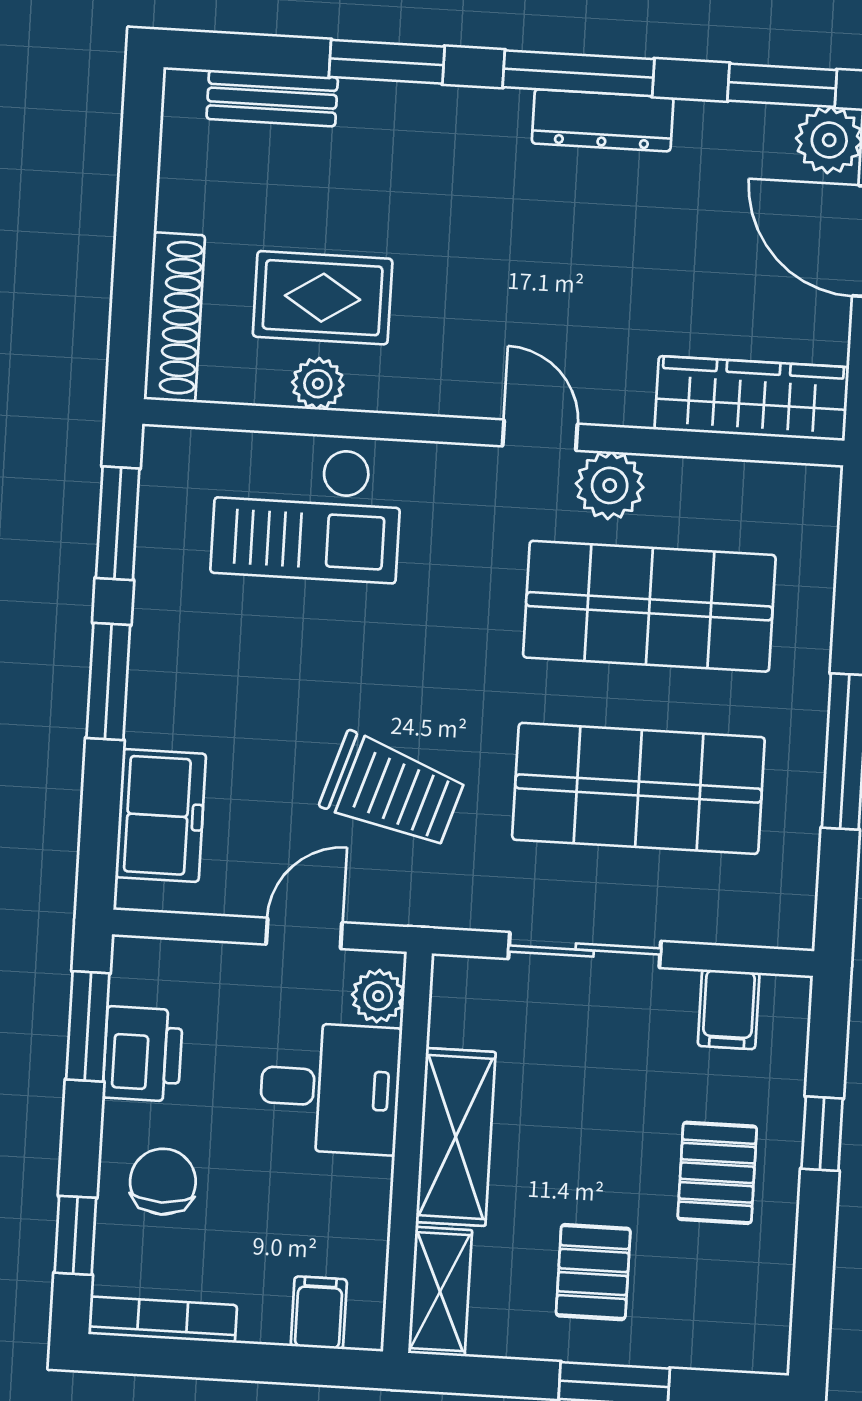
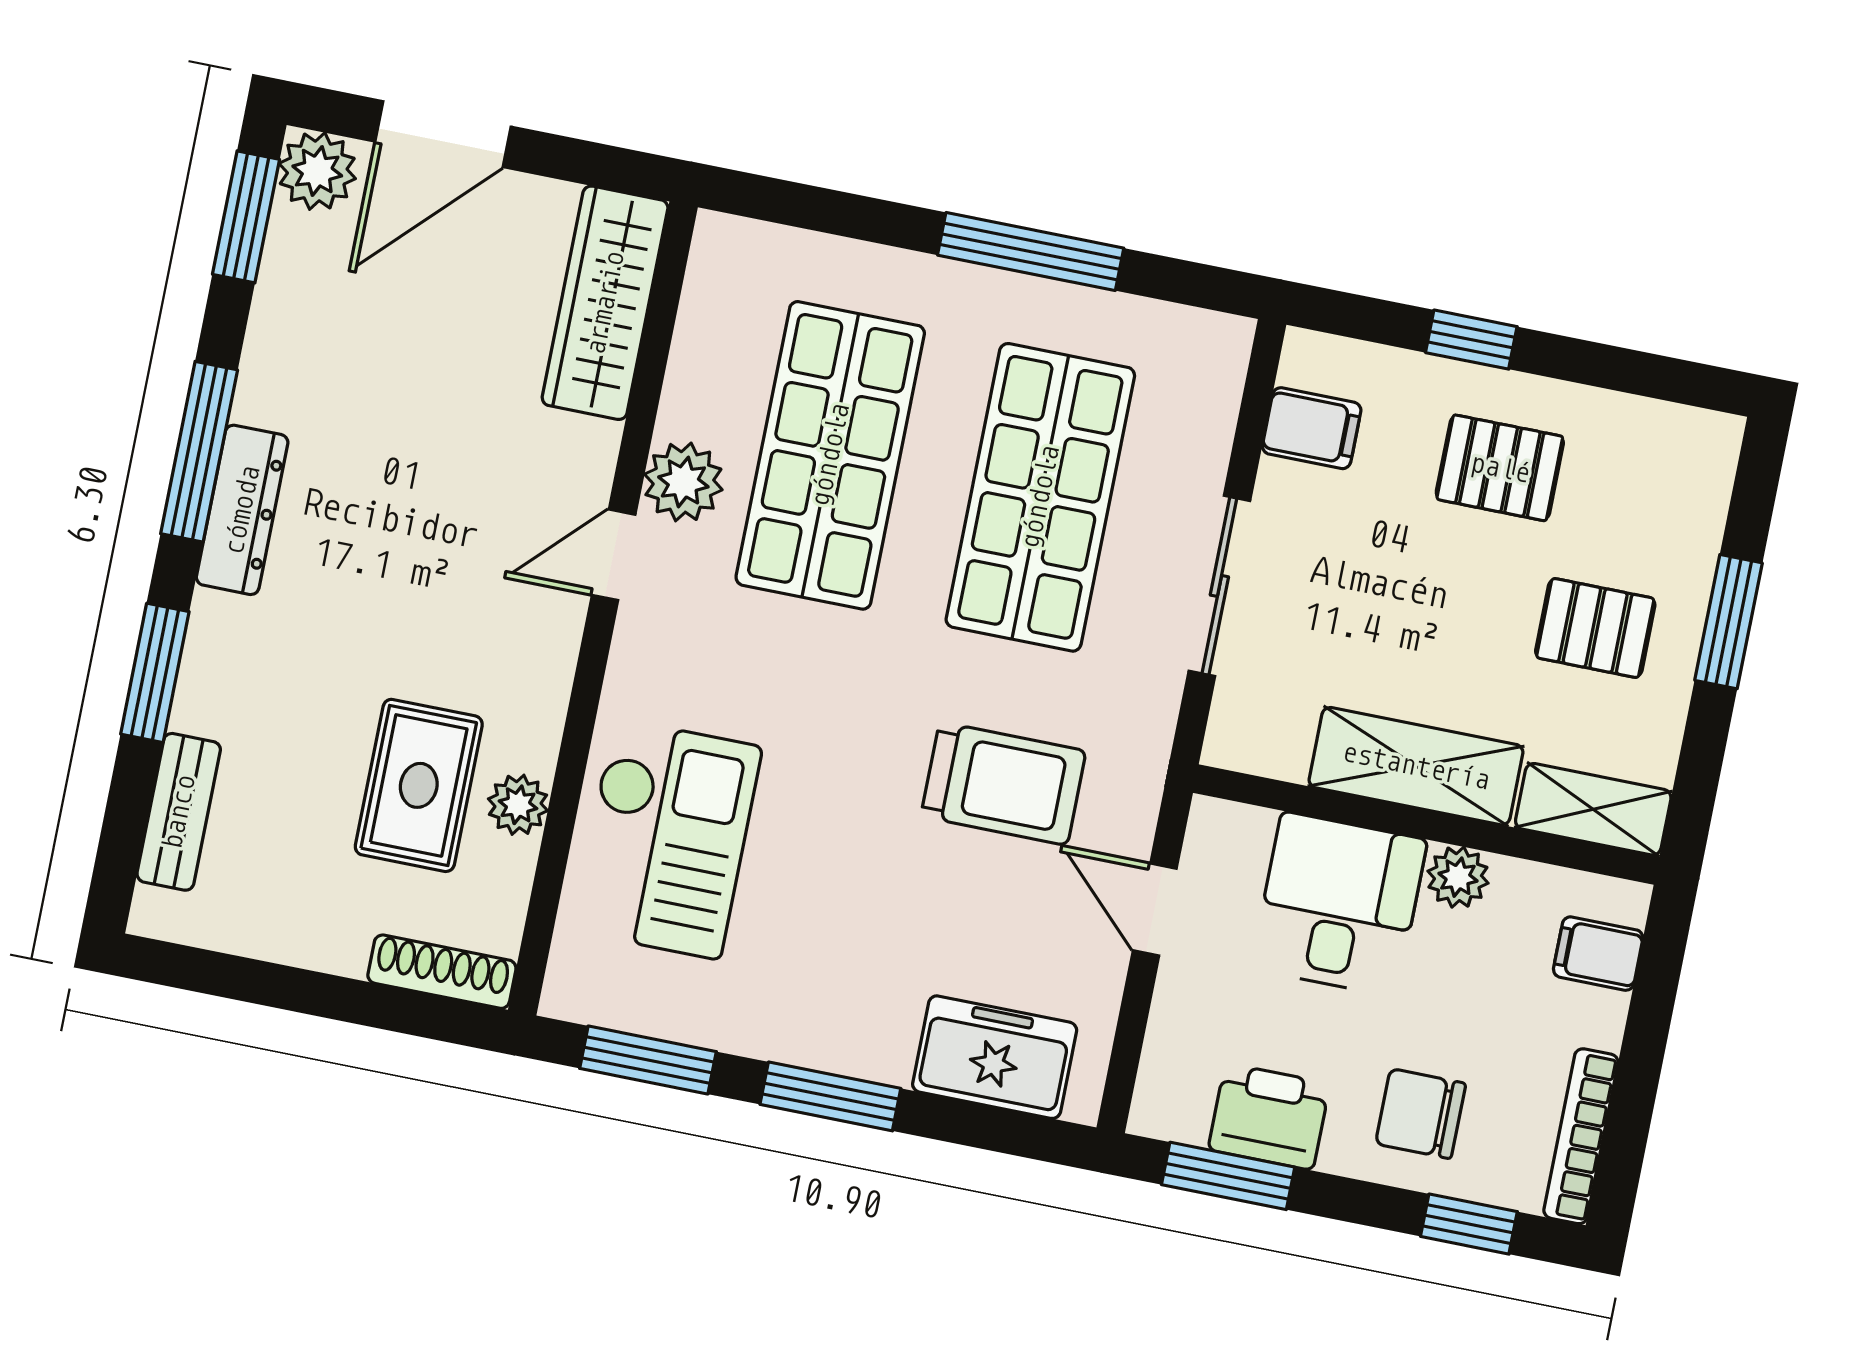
dresser: (603, 120) -> (242, 510), moved
shoe rack: (174, 317) -> (442, 972), width x0.74, depth x0.81
trolley: (393, 791) -> (1003, 784), turned 72
plant: (378, 996) -> (1458, 877), moved

